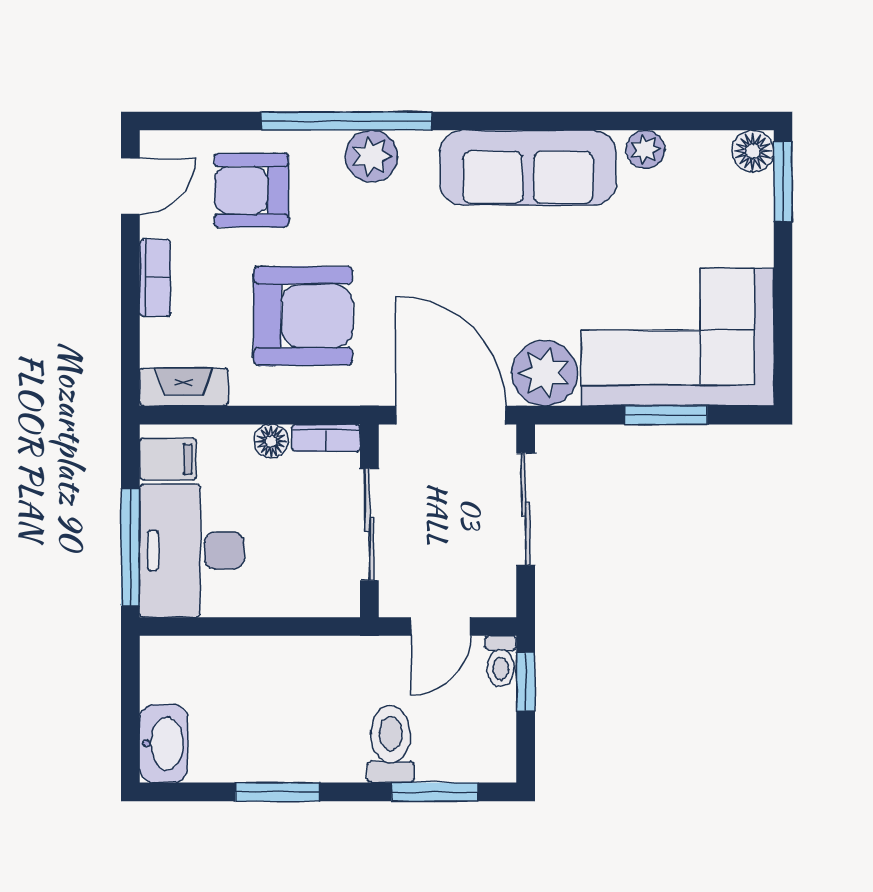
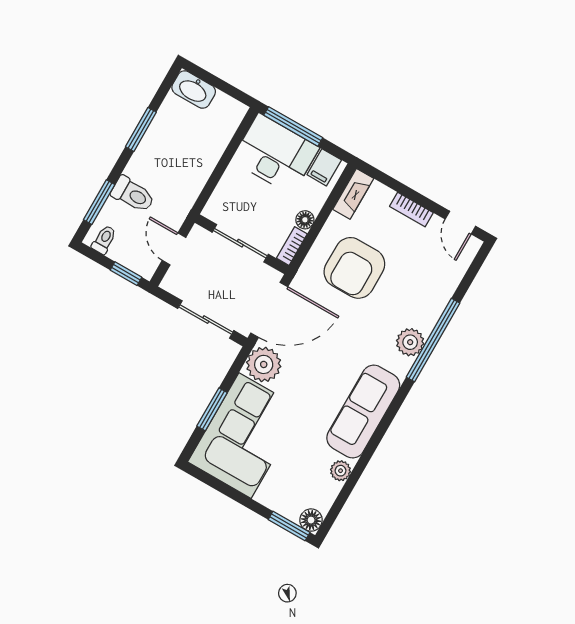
armchair: (251, 190) -> (426, 277), removed
toilet: (501, 661) -> (104, 240), moved, turned 90

